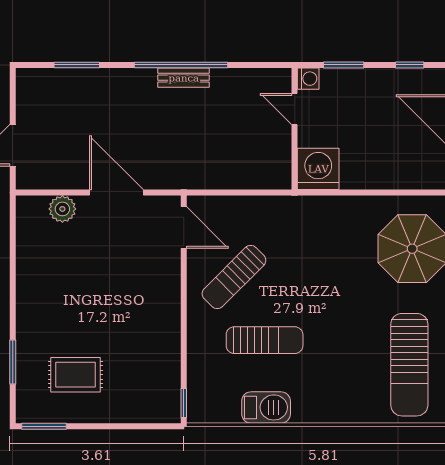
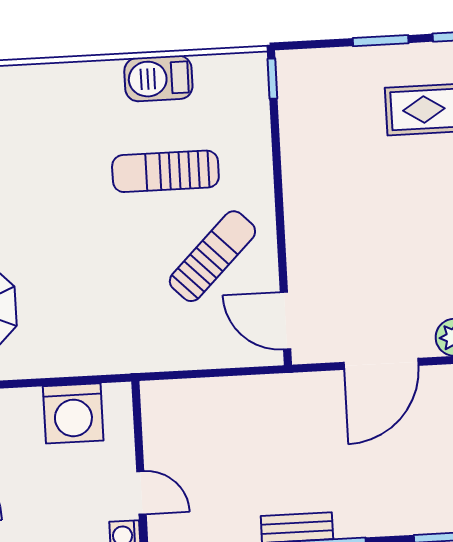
washing machine: (318, 169) -> (73, 413), moved
door: (116, 193) -> (381, 364), hinge flipped
window: (104, 426) -> (381, 41), added

